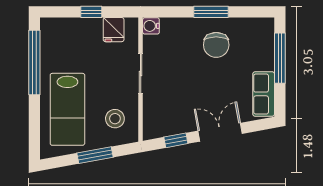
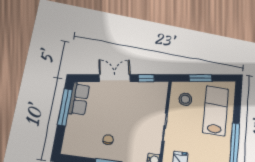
chair: (216, 45) -> (108, 139), width x0.54, depth x0.54
window: (280, 58) -> (65, 107), moved
double door: (220, 132) -> (115, 78), swing flipped

